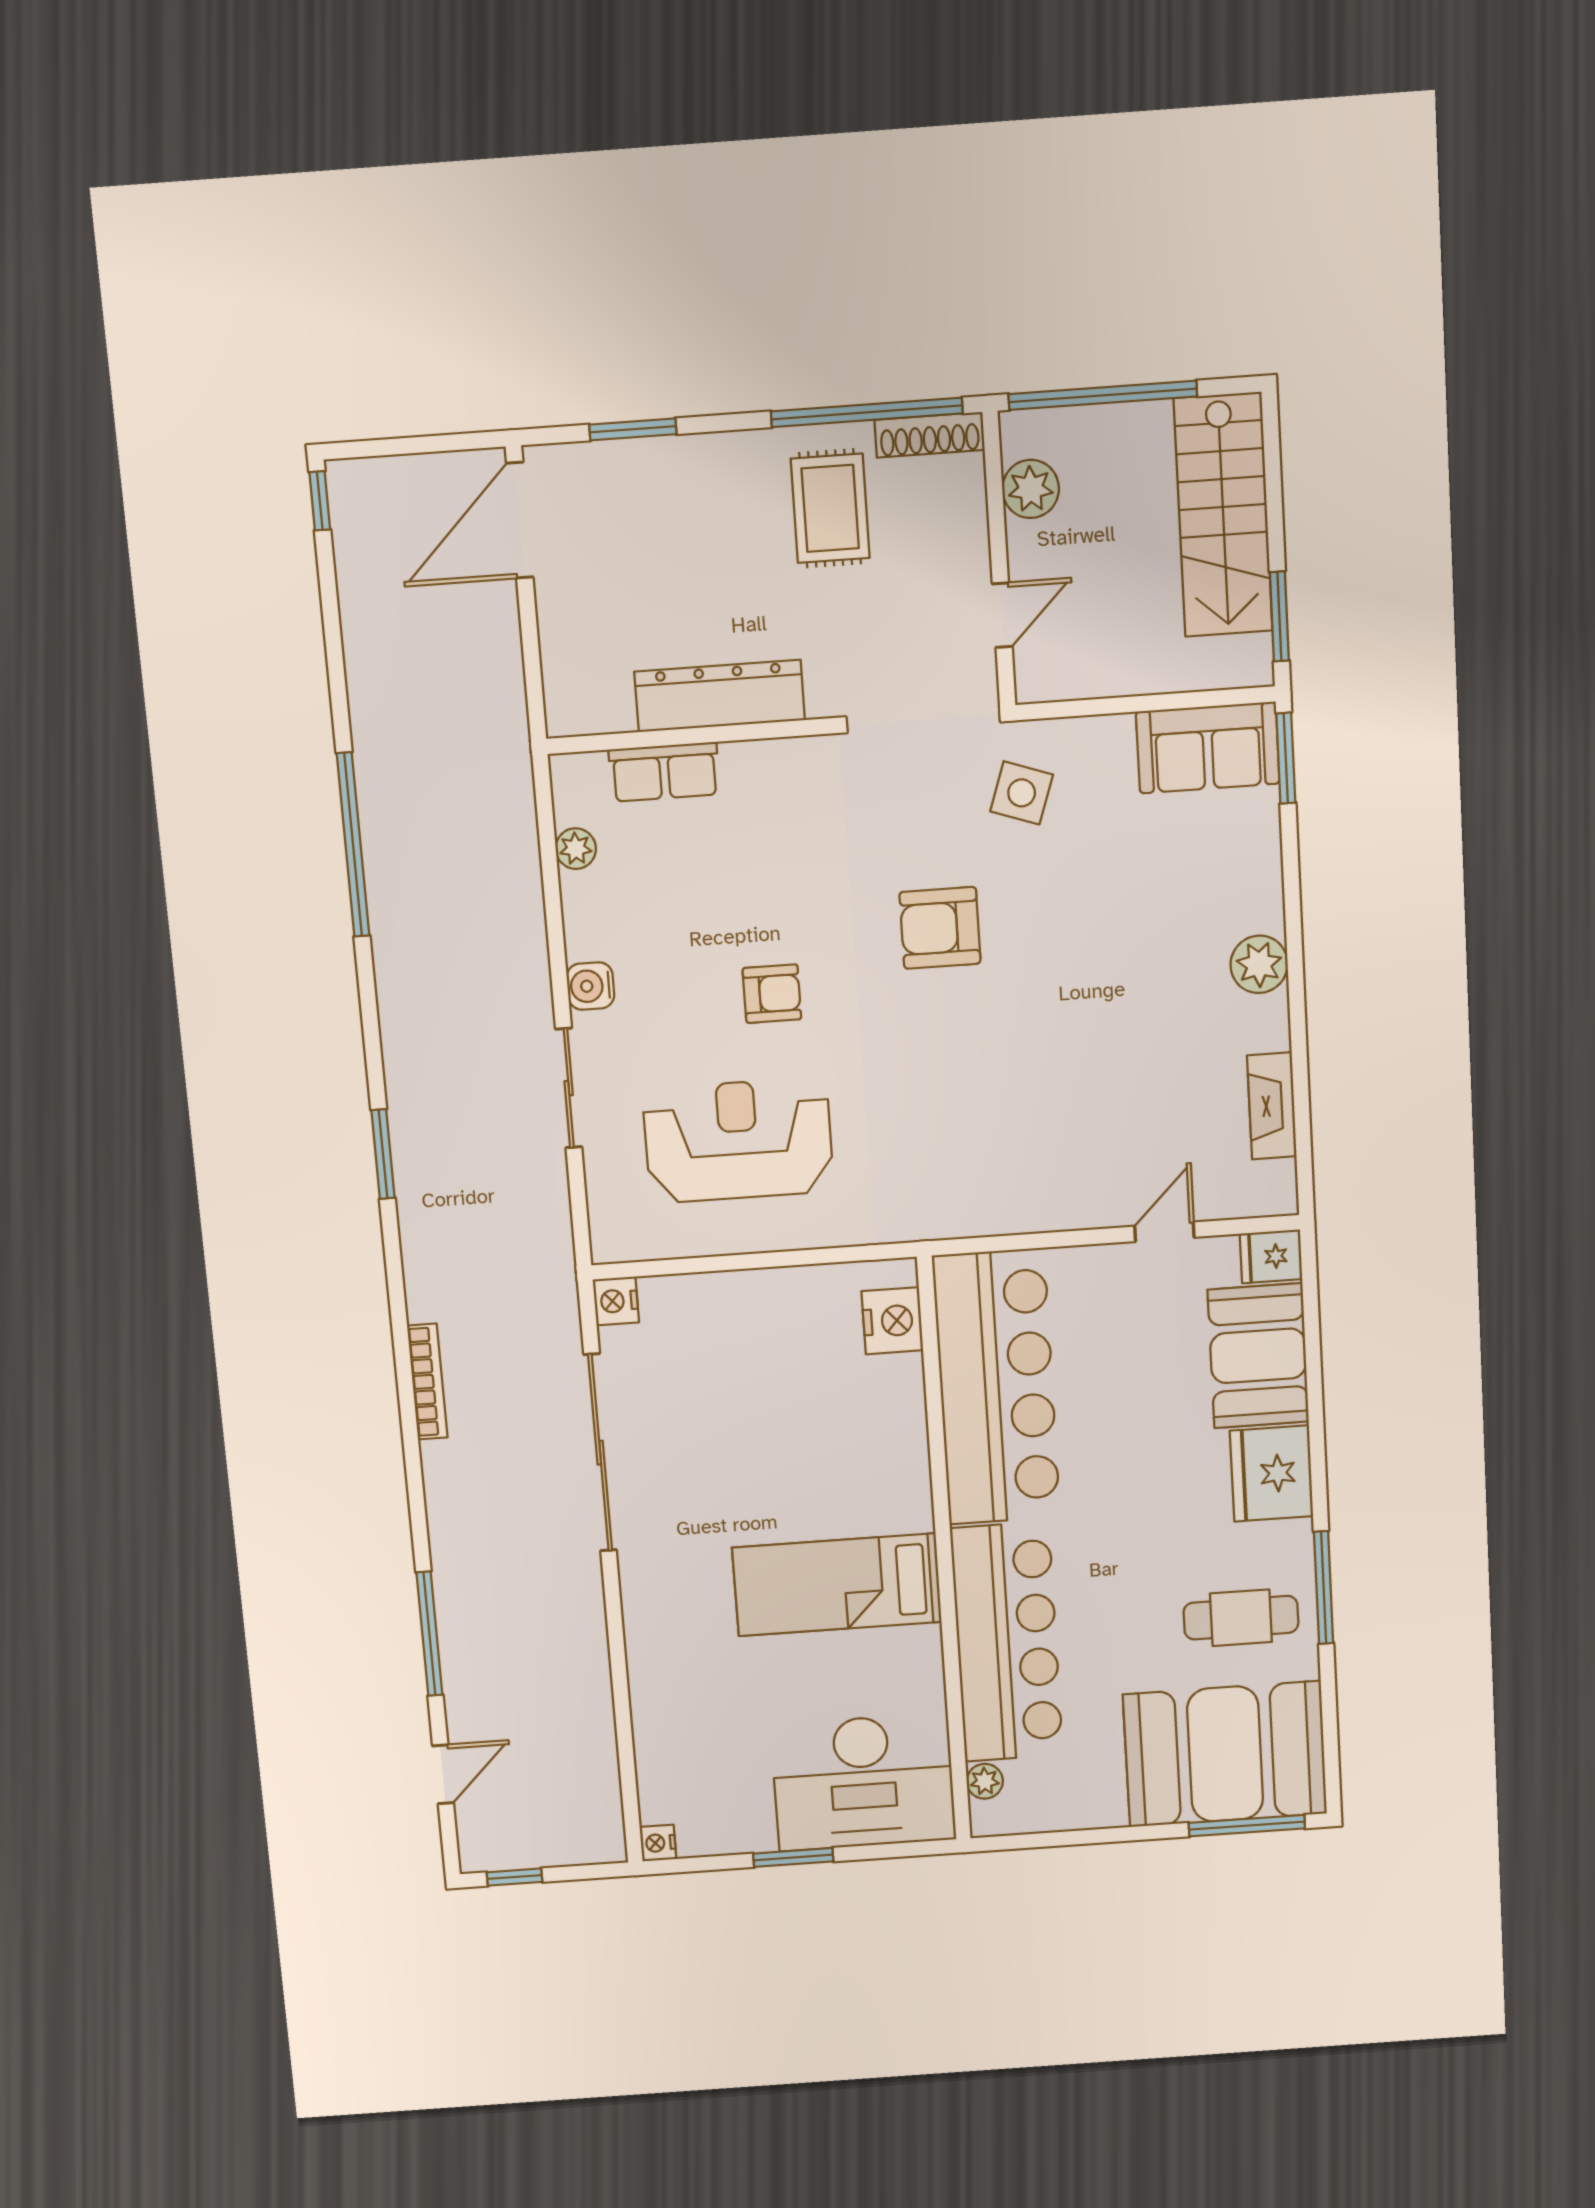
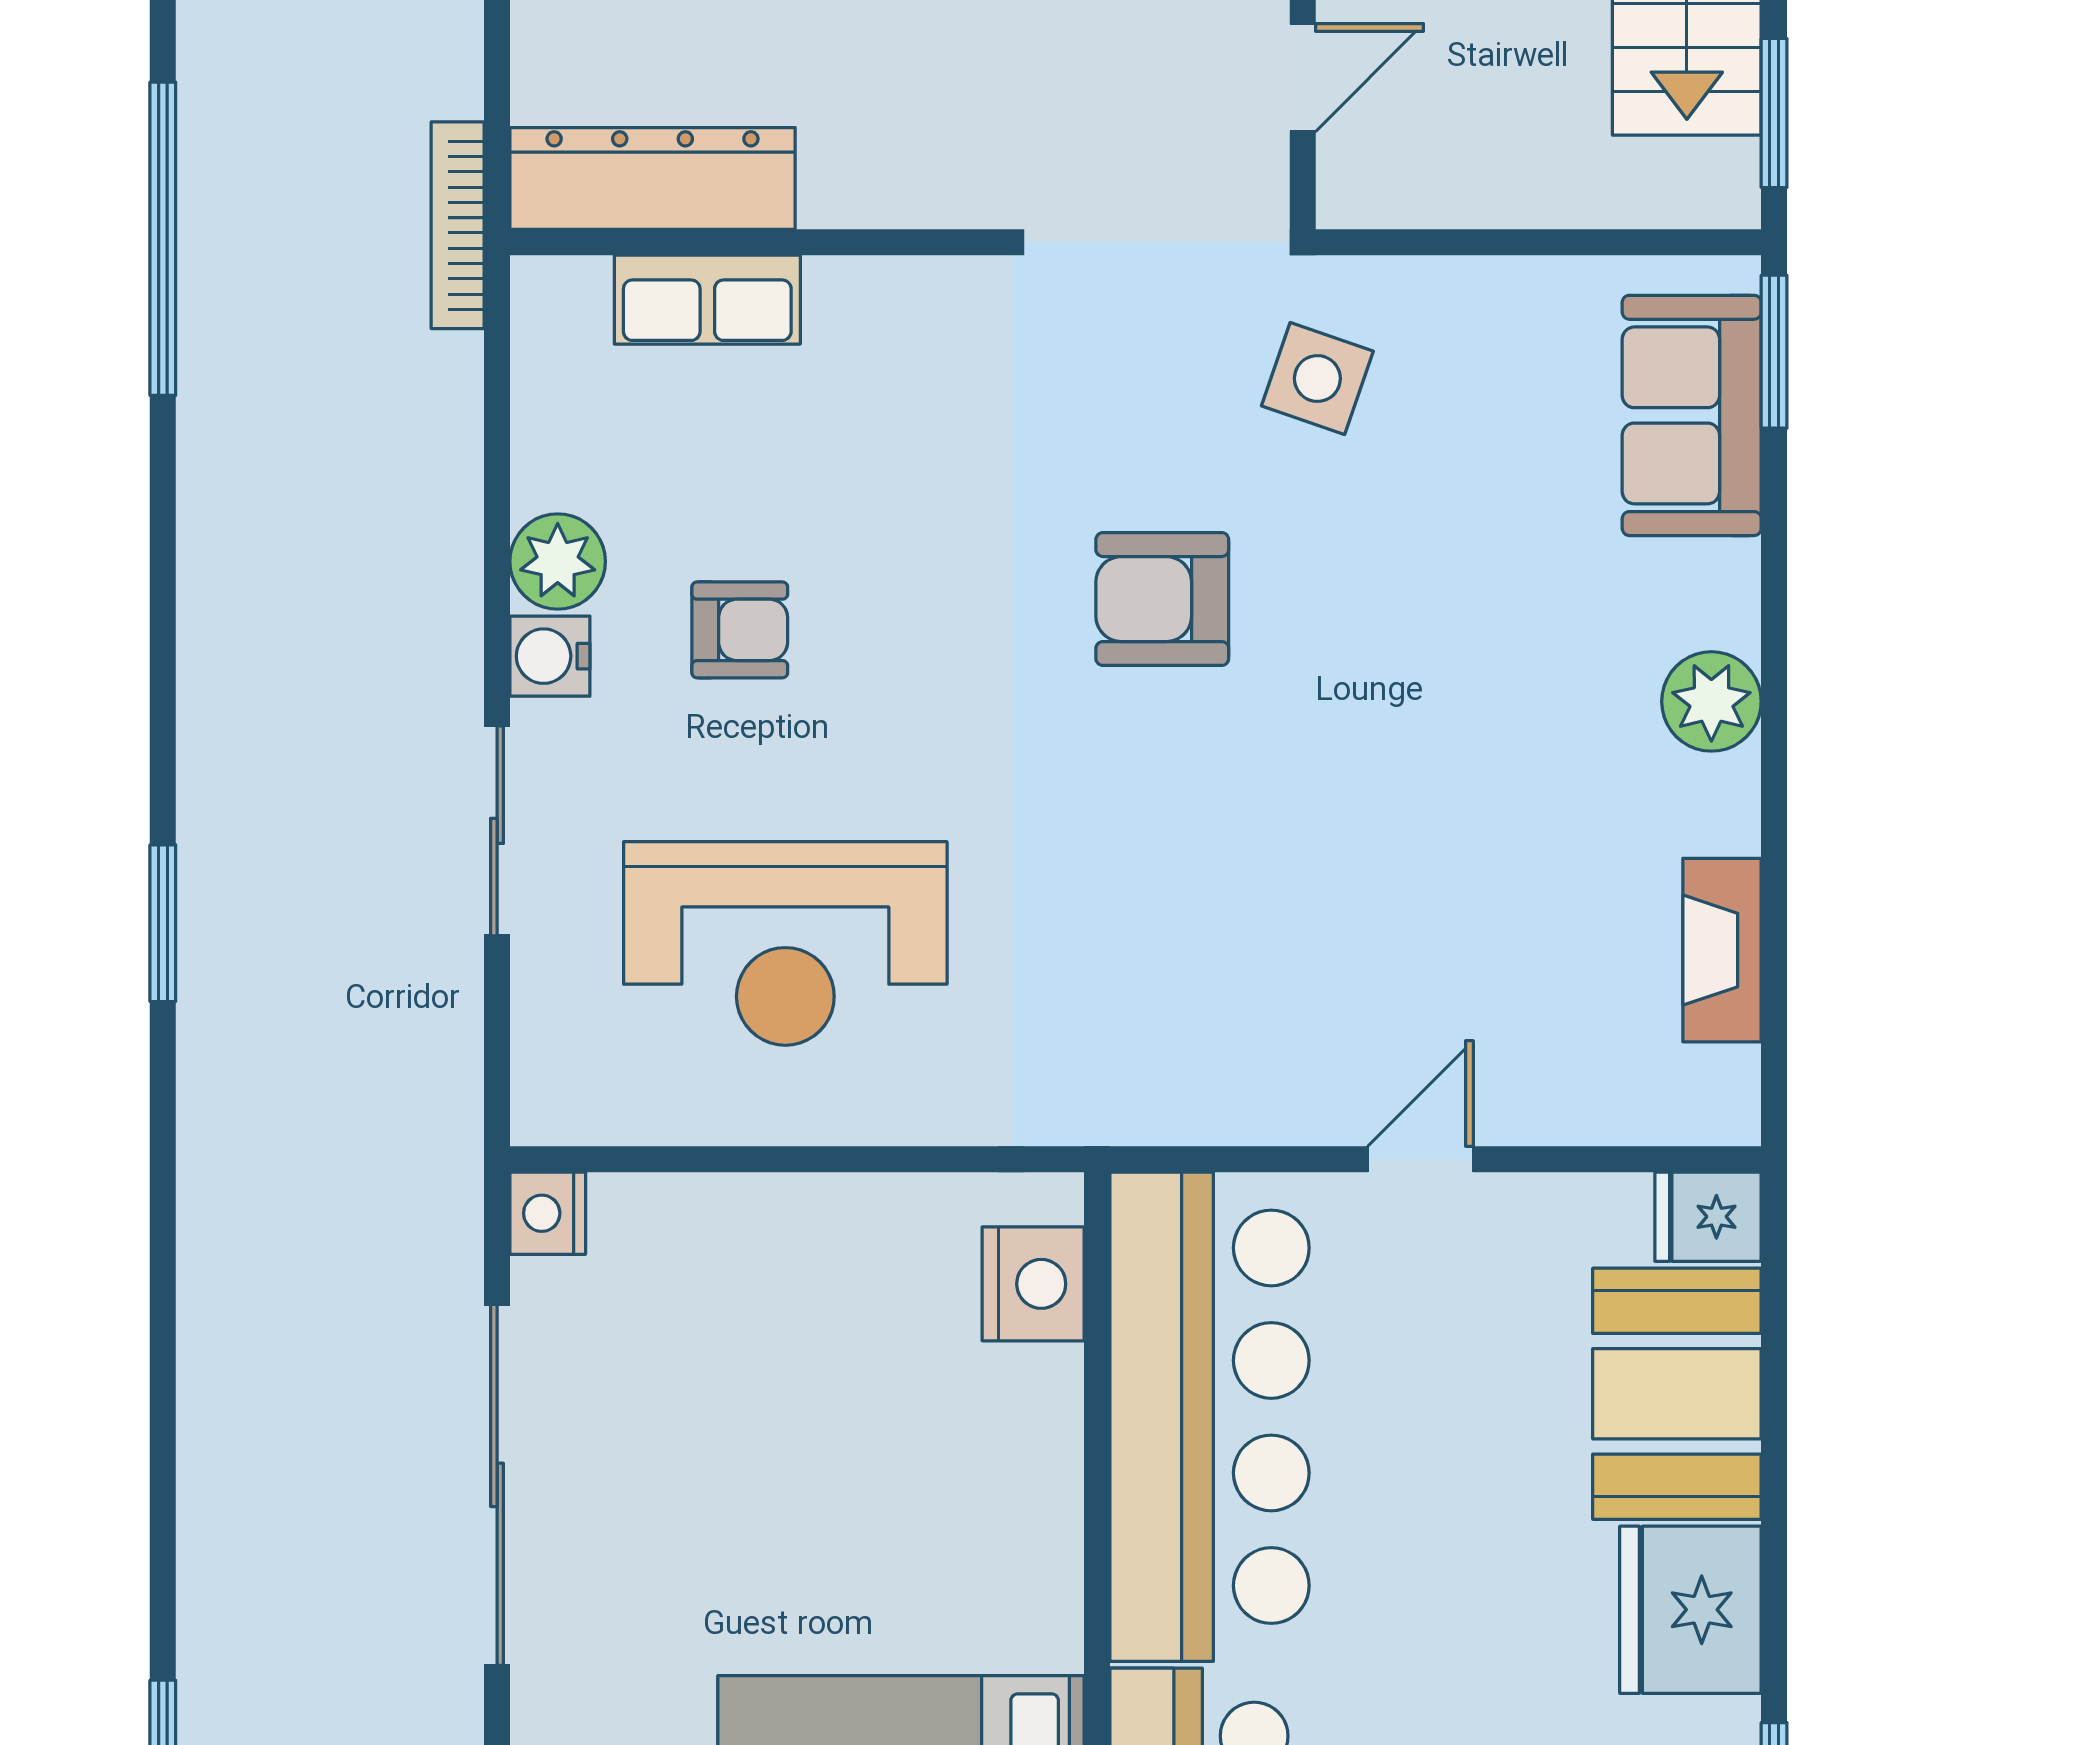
dresser: (720, 696) -> (653, 178), moved
sofa: (1208, 748) -> (1692, 415), moved, turned 90
window: (353, 845) -> (163, 239), moved
plant: (576, 849) -> (558, 562), moved, width x1.38, depth x1.38
armchair: (772, 994) -> (740, 630), moved
reception desk: (738, 1140) -> (785, 944), turned 180
door: (1164, 1232) -> (1420, 1159), moved
bookcase: (427, 1382) -> (458, 225), moved, turned 180

